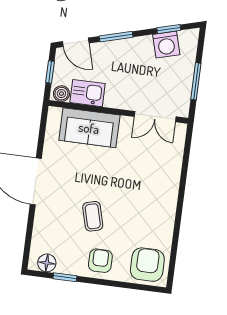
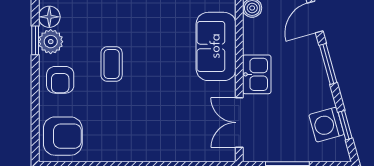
kitchen sink: (87, 93) -> (257, 74), moved
coffee table: (93, 216) -> (112, 64), turned -75
armchair: (100, 261) -> (60, 80), turned 90
plant: (68, 264) -> (51, 42), added

